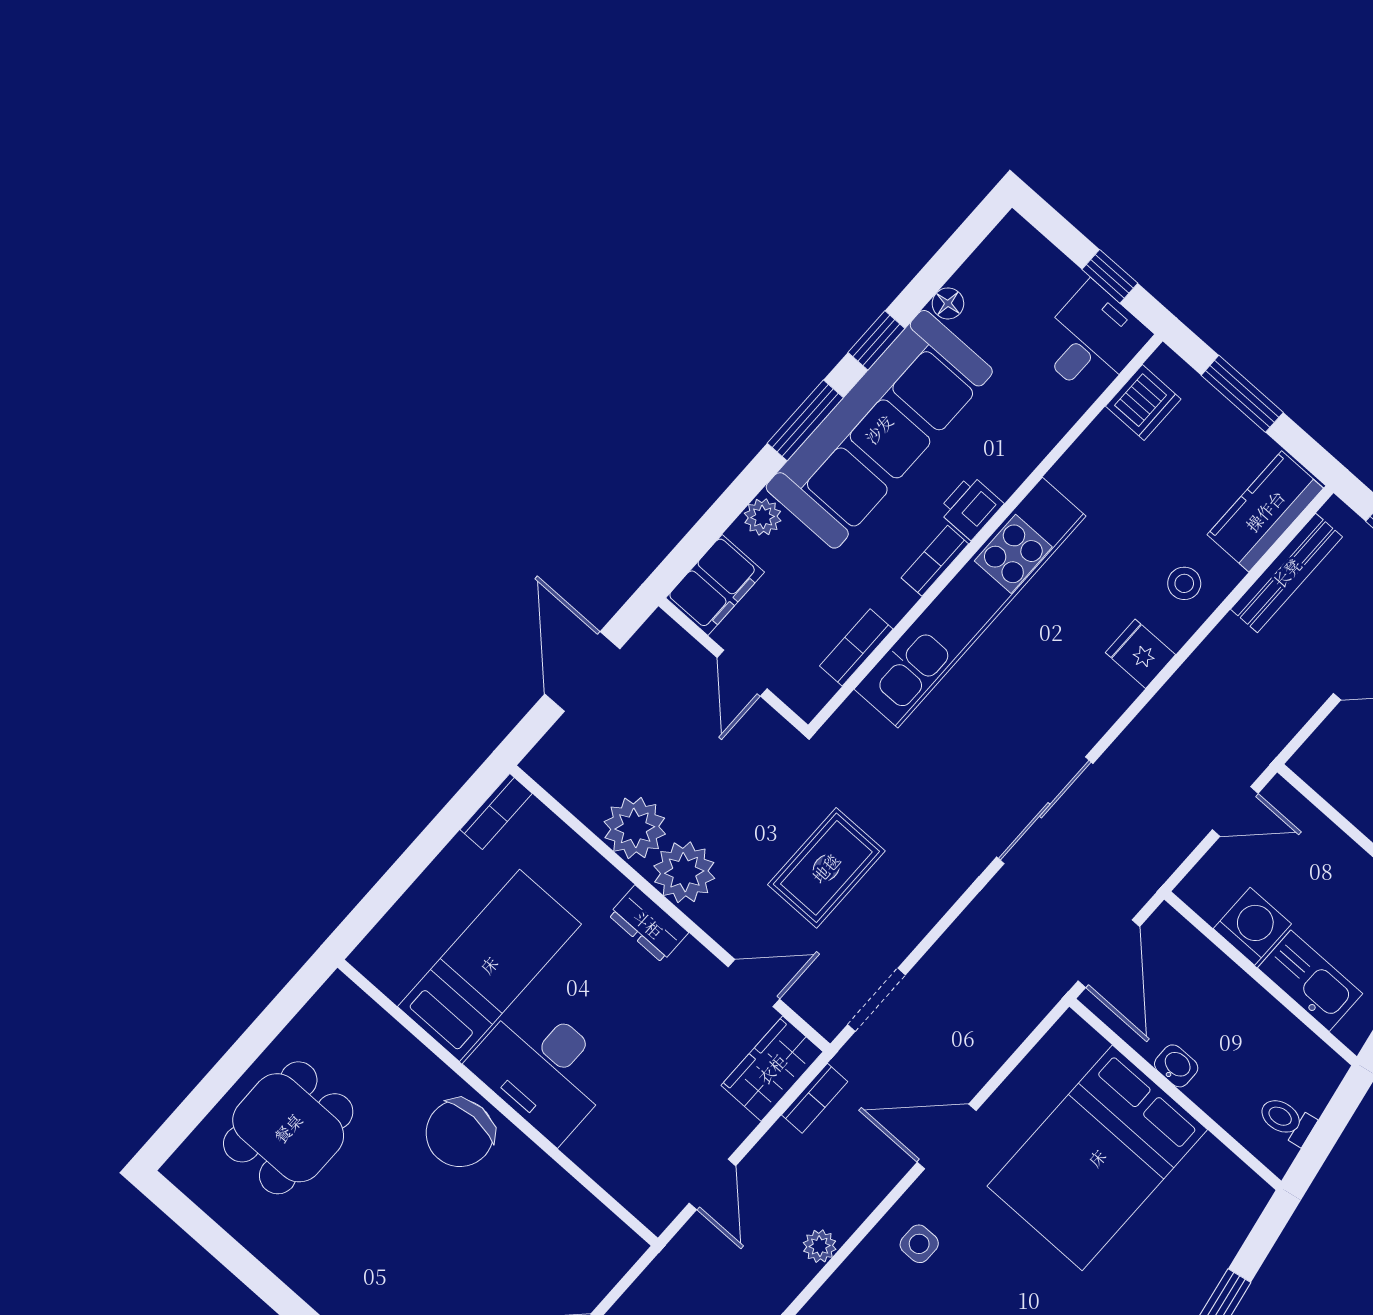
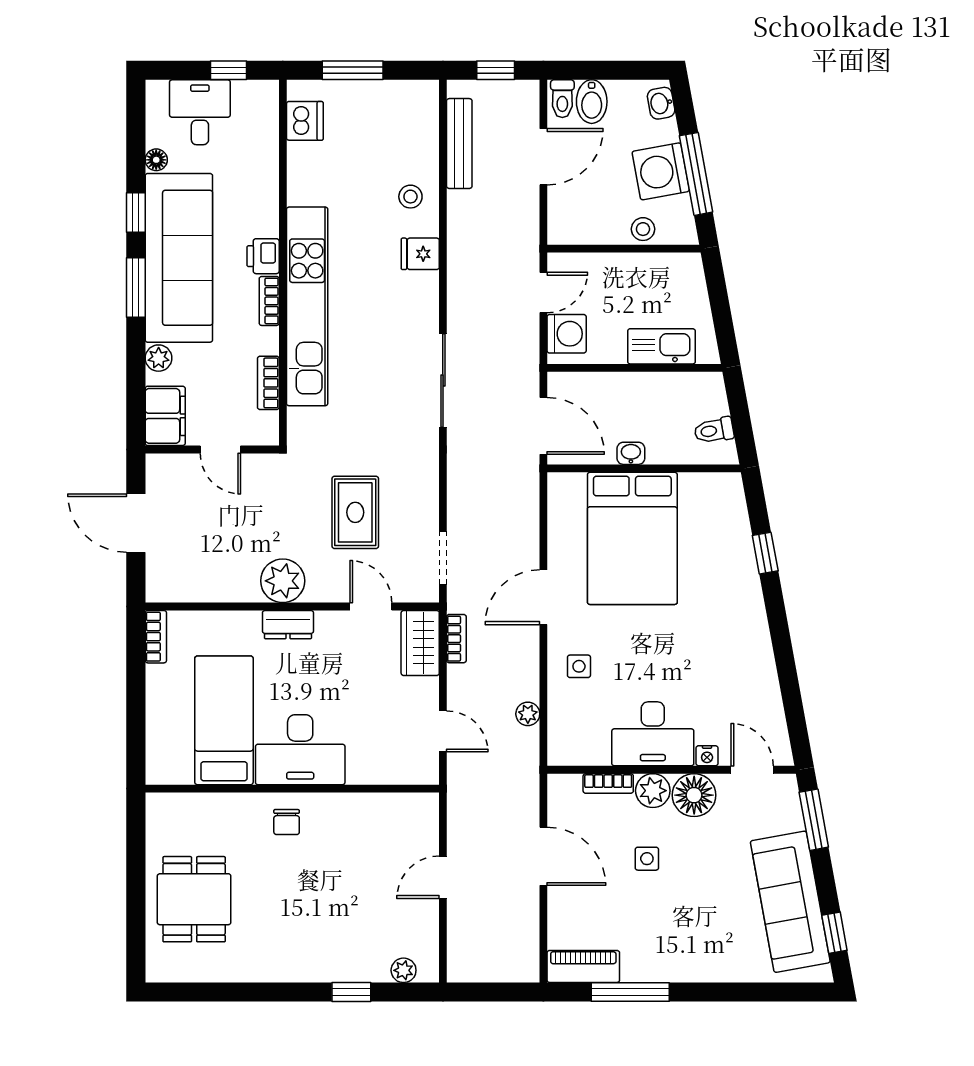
desk: (1092, 340) -> (200, 112), moved
kitchen counter: (1265, 511) -> (419, 121), removed
plant: (635, 828) -> (236, 581), removed
washing machine: (1252, 926) -> (567, 334), moved, turned 90
door: (754, 983) -> (371, 606), hinge flipped
chair: (460, 1133) -> (287, 822), width x0.54, depth x0.54

